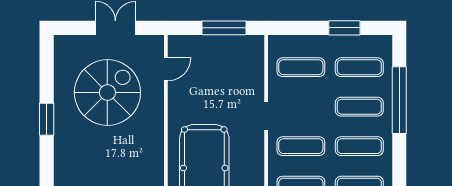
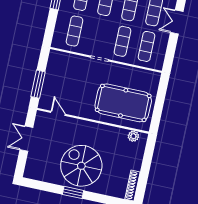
window: (224, 28) -> (38, 84), moved
spiral stairs: (107, 93) -> (81, 166), moved

